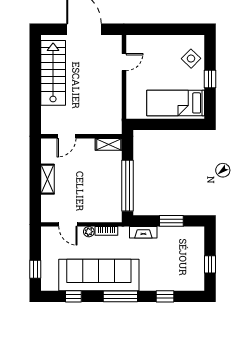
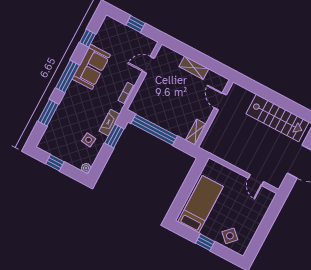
window: (171, 221) -> (114, 136), moved
plant: (89, 232) -> (86, 168), moved
side table: (171, 244) -> (89, 140), added
window: (35, 269) -> (135, 24), moved
sofa: (99, 275) -> (91, 67), width x0.54, depth x0.79
window: (165, 296) -> (48, 113), width x1.50

